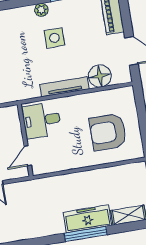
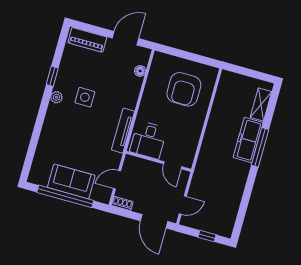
floor lamp: (100, 76) -> (140, 71), width x0.53, depth x0.53
tv unit: (65, 87) -> (123, 131), moved

